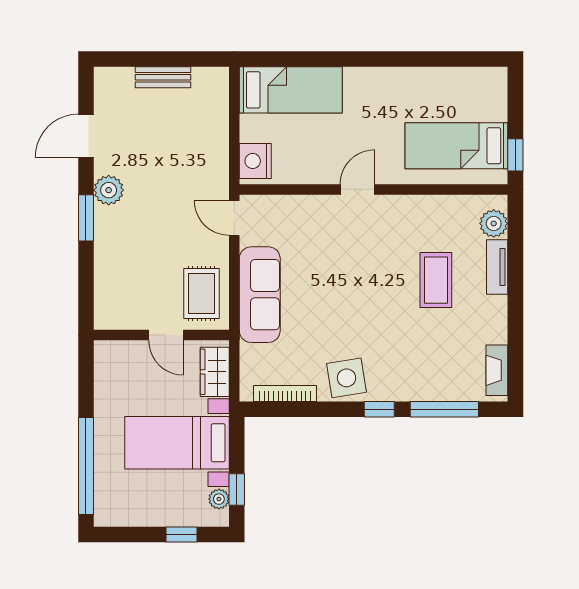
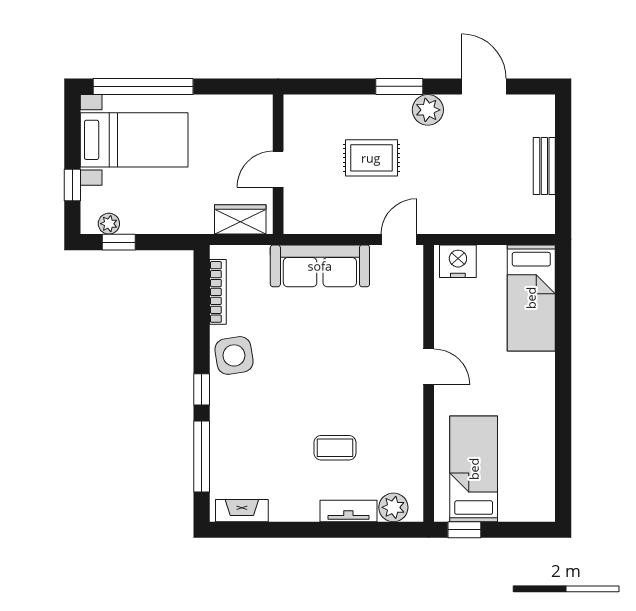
coffee table: (436, 280) -> (335, 448), width x0.73, depth x0.77
rug: (202, 294) -> (371, 158), moved
bed with nightstands: (177, 443) -> (134, 140), moved, turned 90

